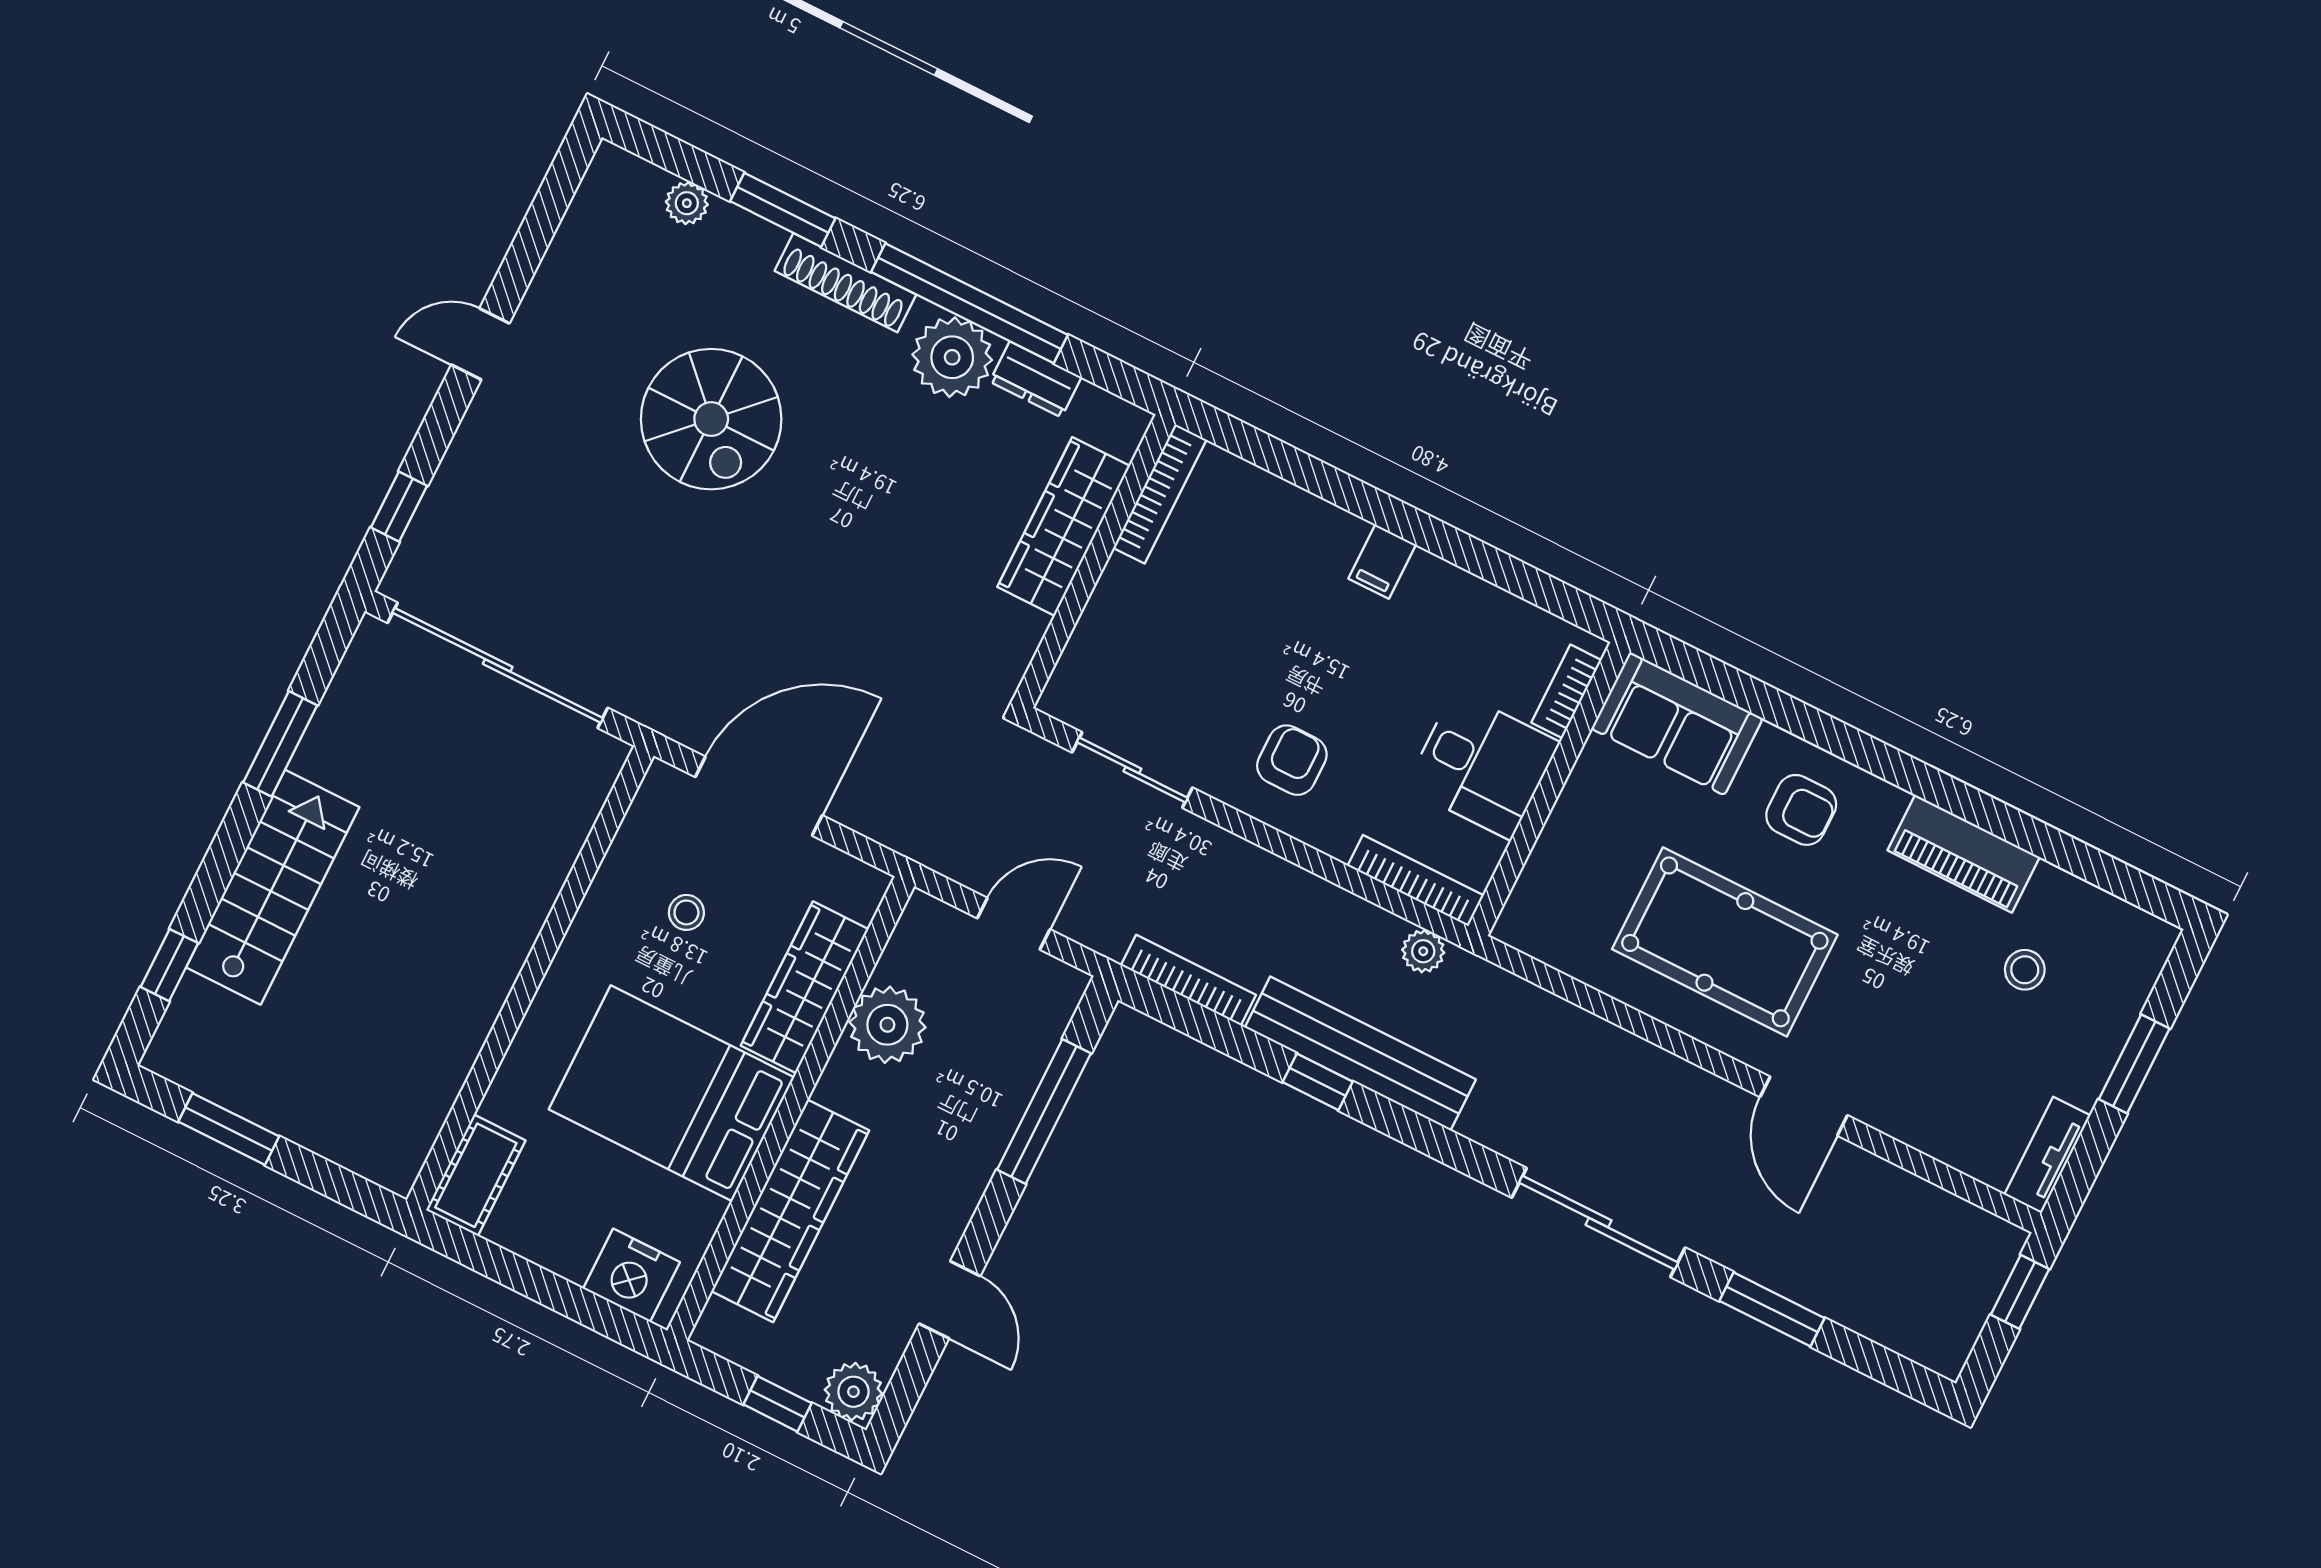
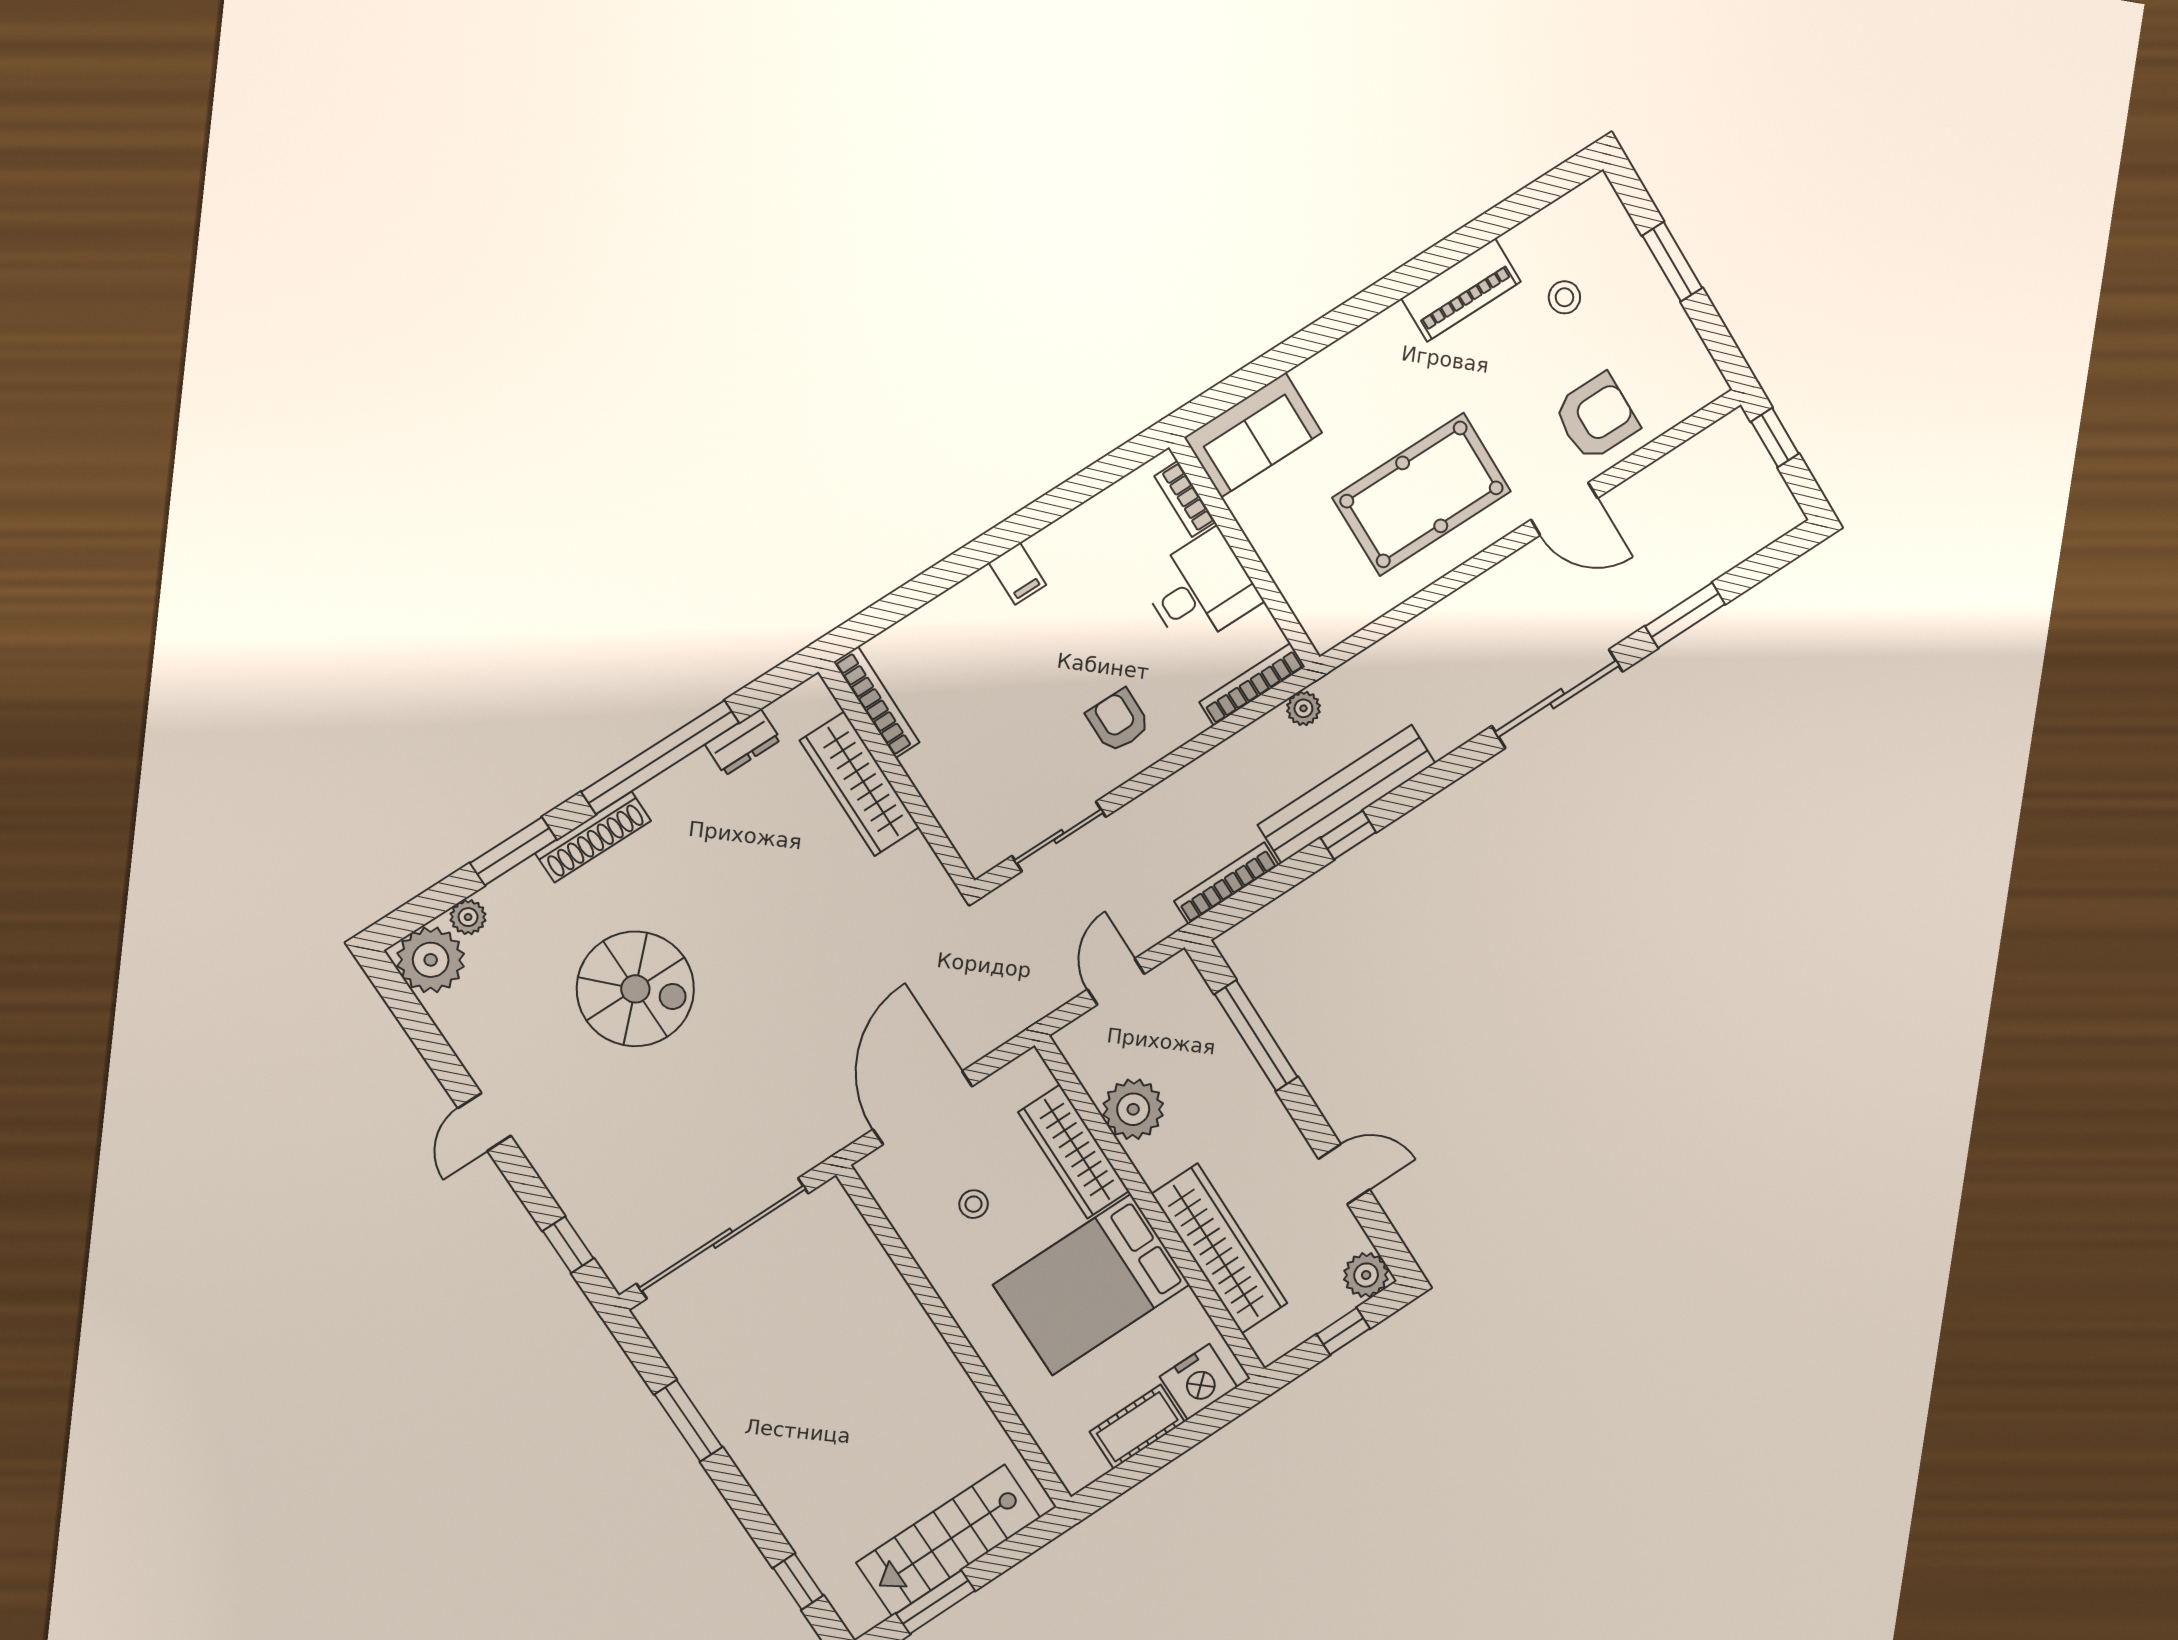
plant: (952, 357) -> (431, 960), moved
armchair: (1801, 810) -> (1596, 417), moved, width x1.38, depth x1.38
stairs: (273, 887) -> (948, 1540), moved, turned -90
tv unit: (2047, 1155) -> (1697, 361), removed
cot: (476, 1175) -> (1137, 1427), moved, turned 90

